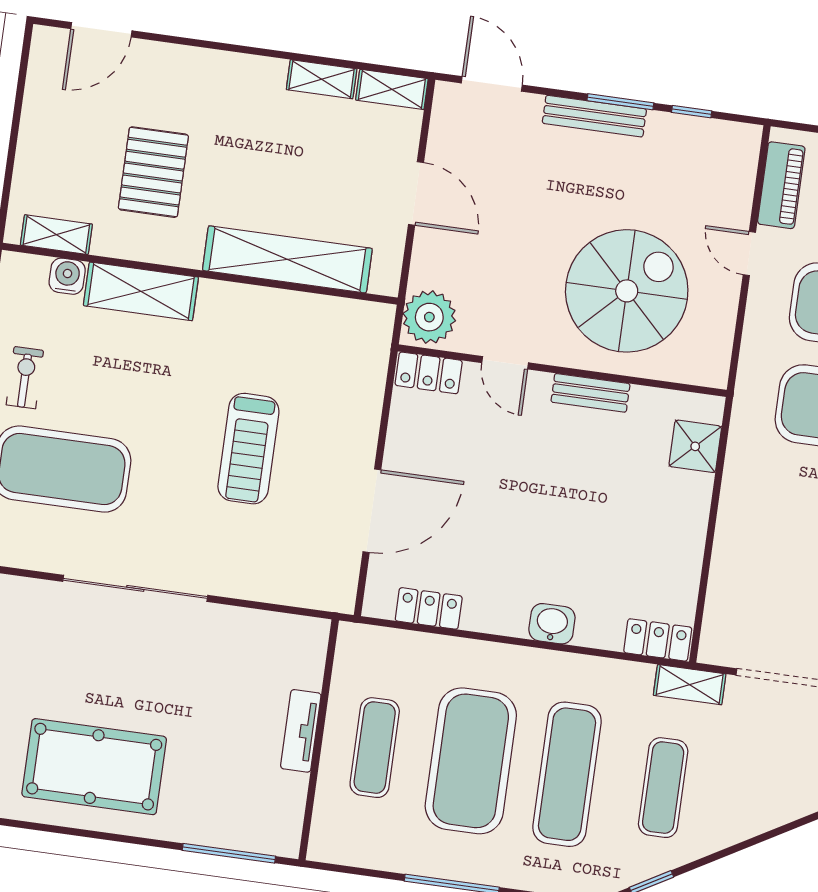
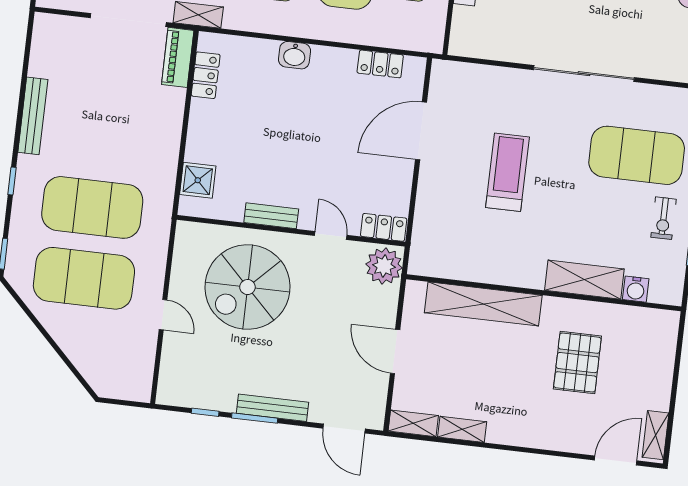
piano: (781, 185) -> (178, 57), moved
shelving: (56, 235) -> (656, 435), moved, turned 90
locker: (658, 640) -> (206, 75), moved, turned -90

